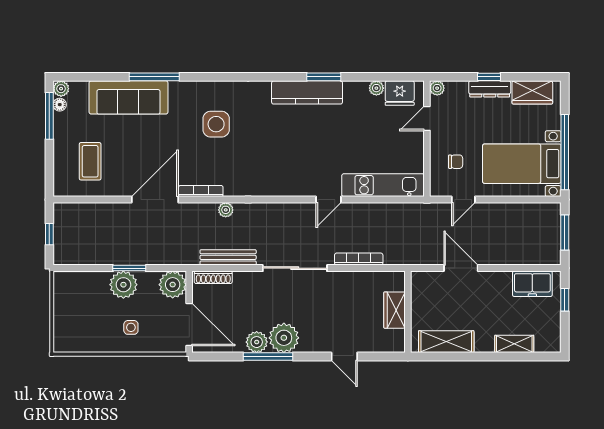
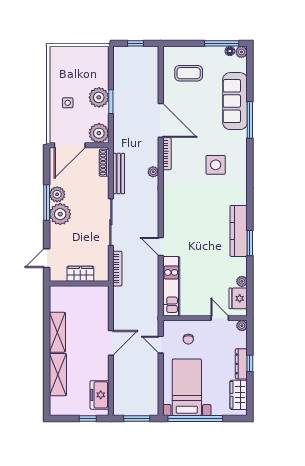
wardrobe: (394, 310) -> (80, 274), moved
wall: (408, 312) -> (79, 284), moved
shelving: (514, 344) -> (58, 375), width x1.50, depth x1.33

